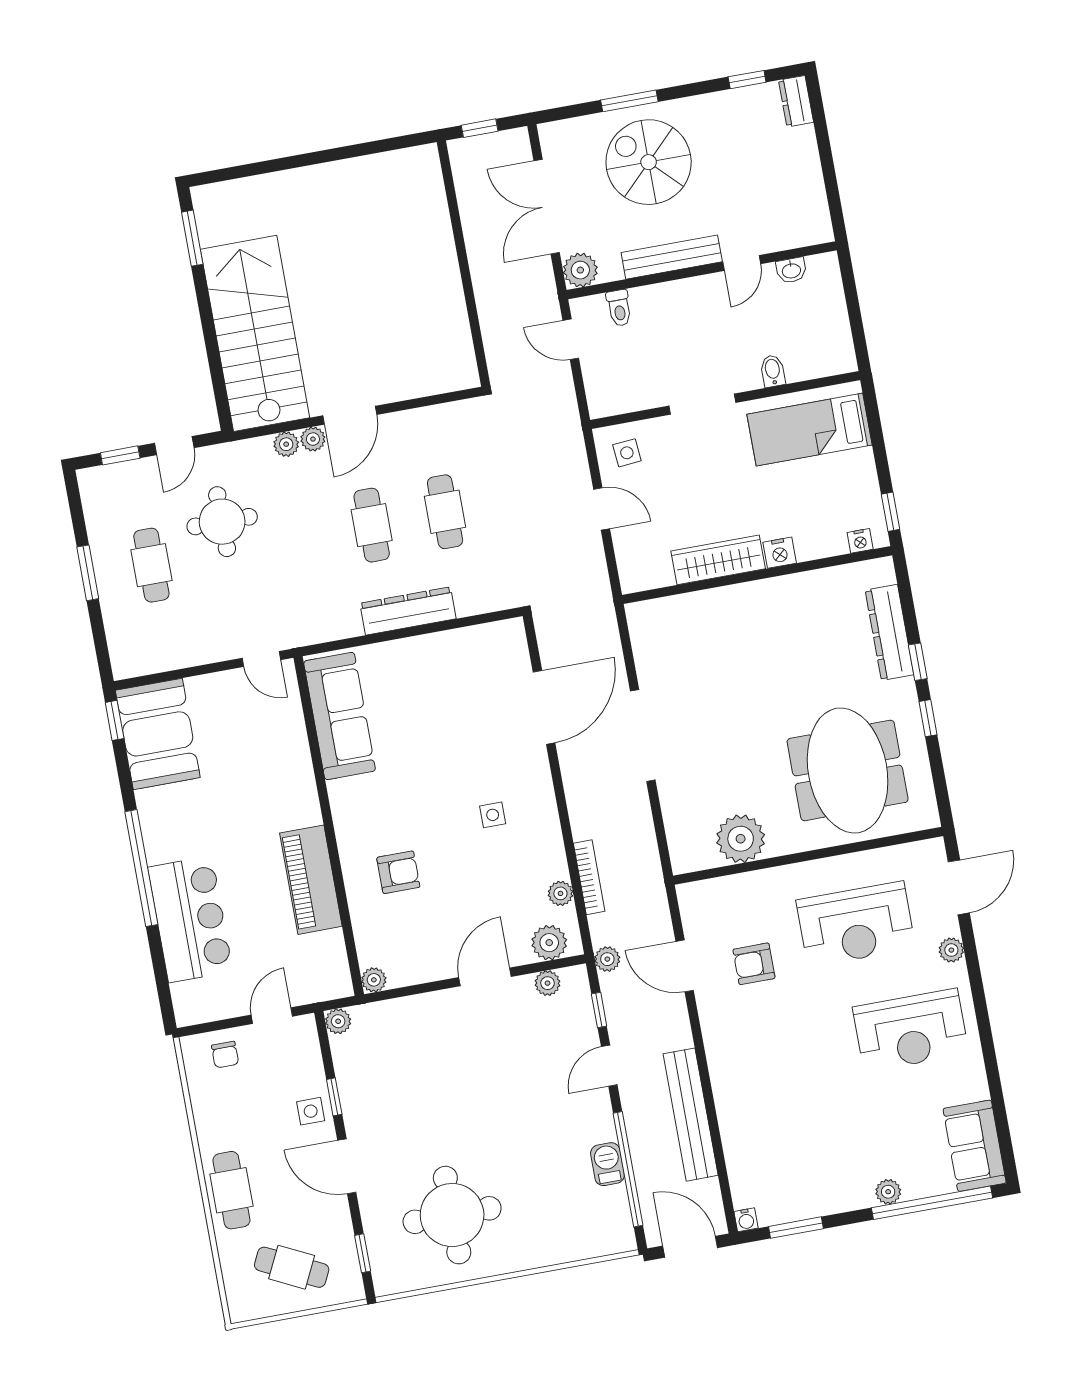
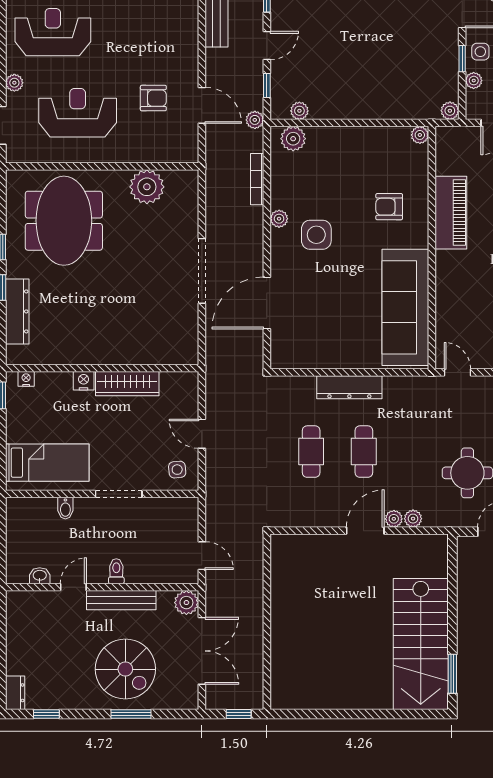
toilet: (619, 308) -> (116, 571), moved
stairs: (255, 333) -> (421, 644), moved
sofa: (340, 716) -> (405, 307), width x1.36, depth x1.27
side table: (493, 815) -> (316, 235), width x1.87, depth x1.87
plant: (560, 893) -> (279, 219), moved
door: (485, 977) -> (342, 123), removed
plant: (313, 1069) -> (474, 81), added

